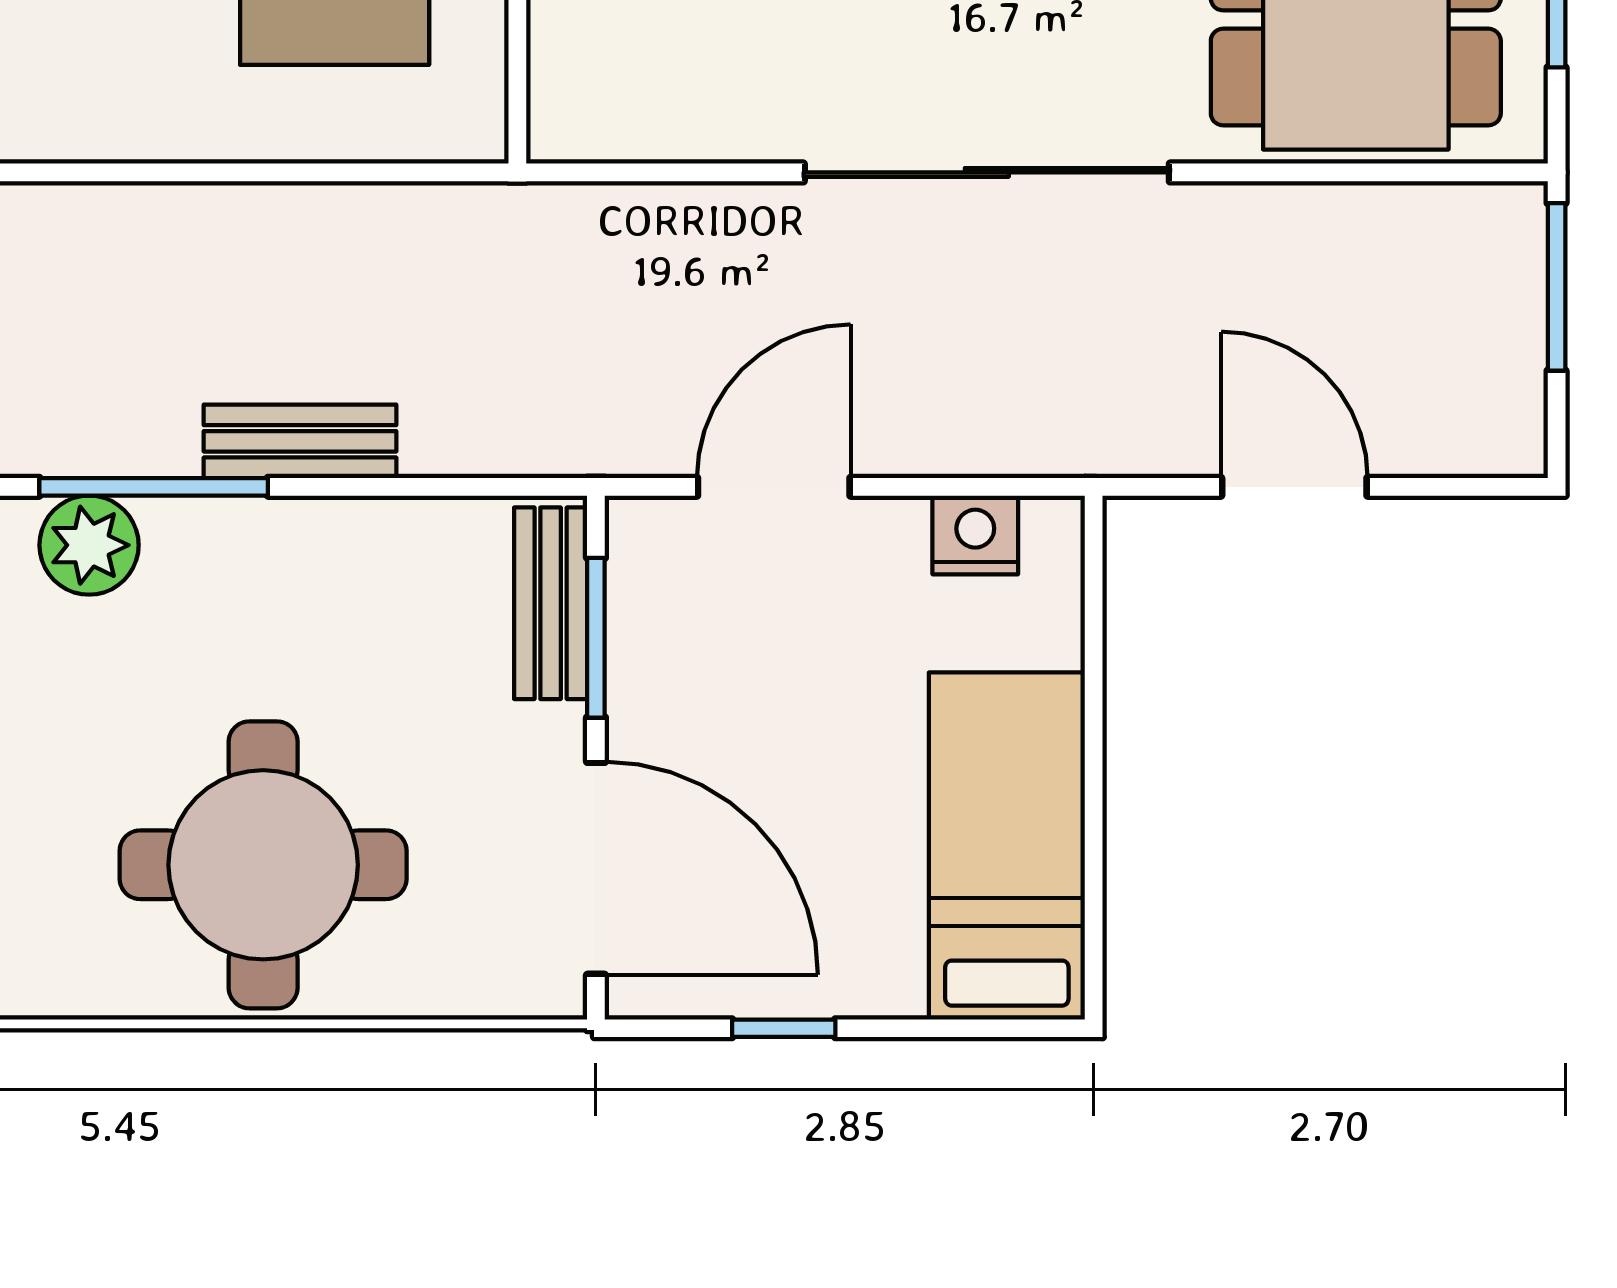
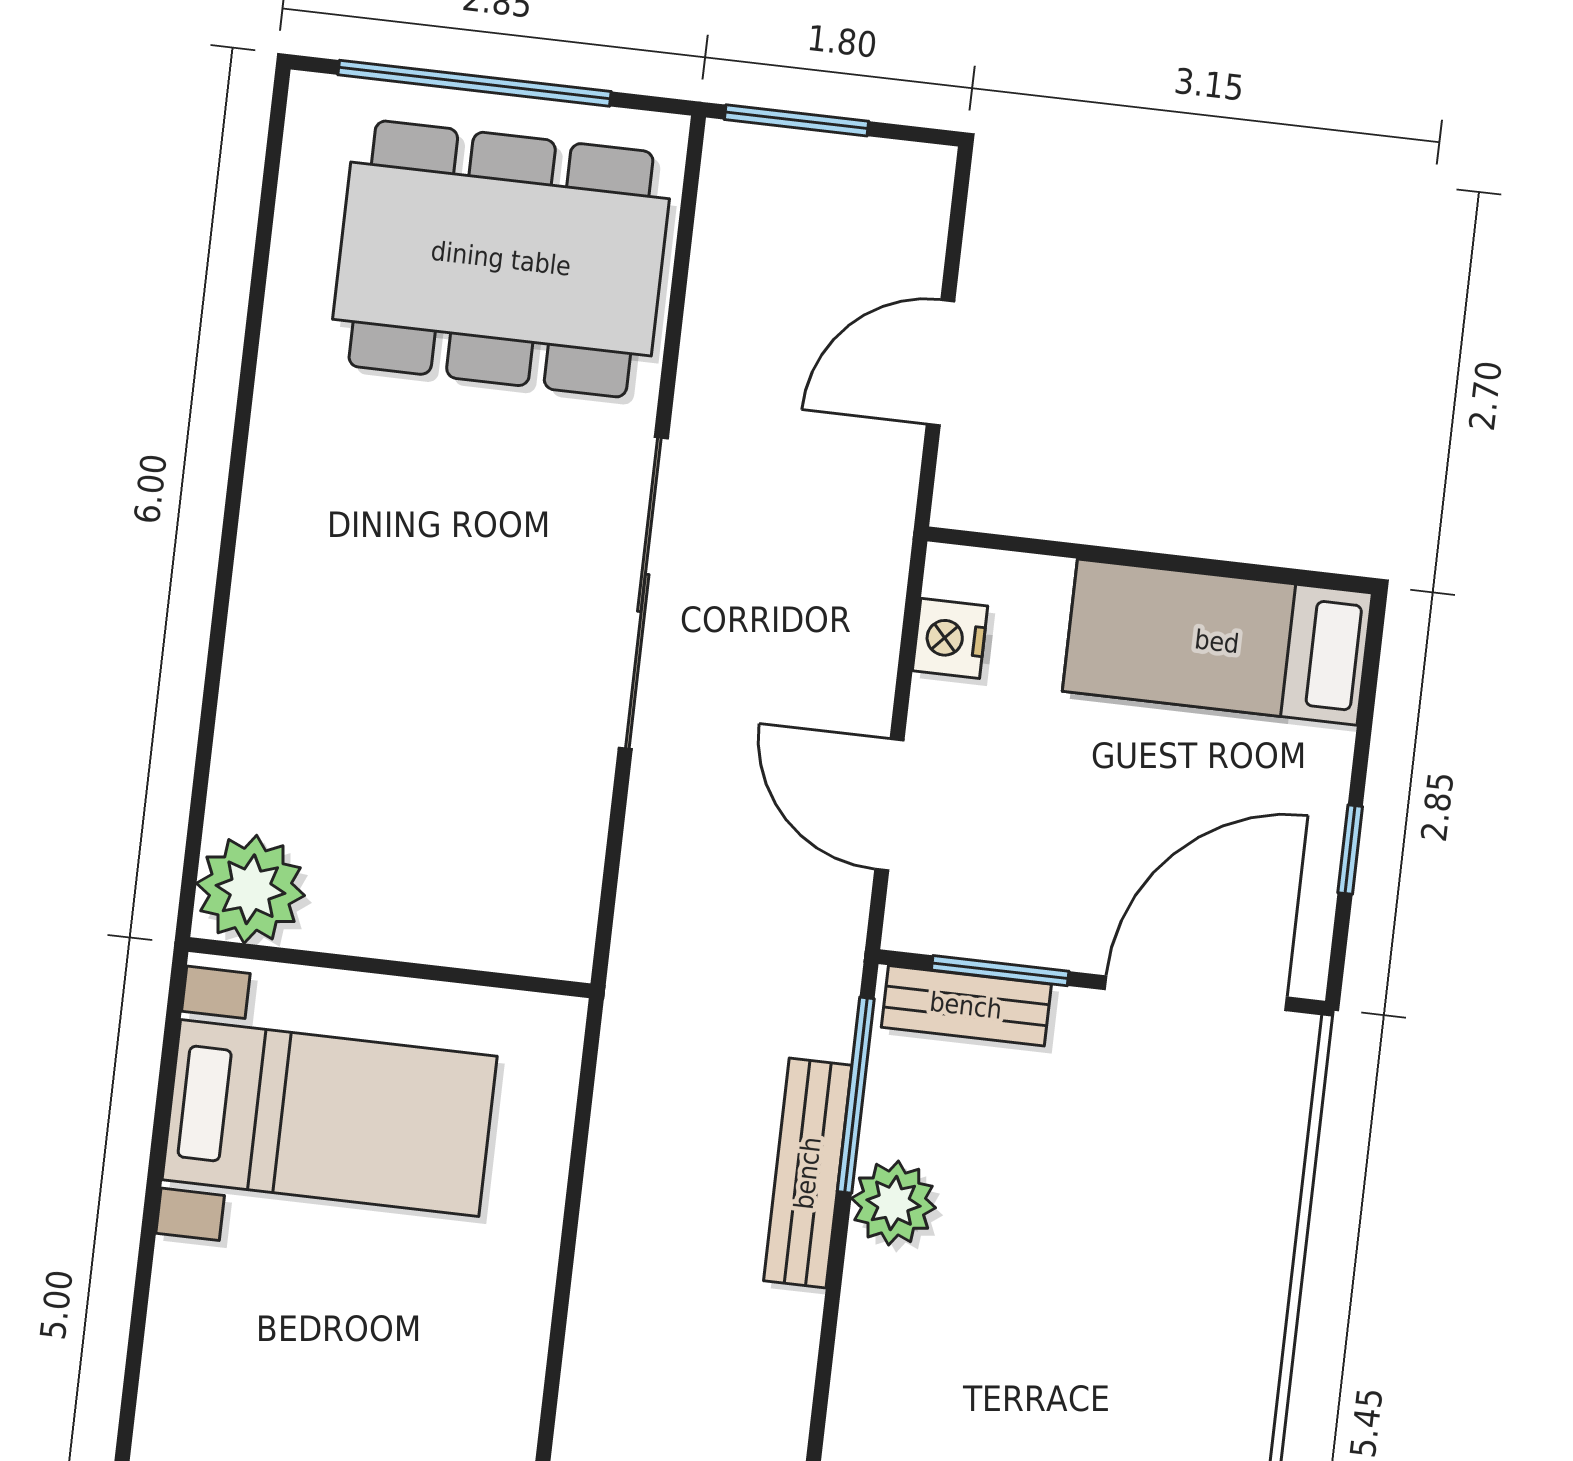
bench: (300, 441) -> (808, 1173), width x1.36
window: (154, 487) -> (856, 1095), moved
plant: (89, 545) -> (893, 1203), moved
round table: (263, 865) -> (1160, 1276), removed

